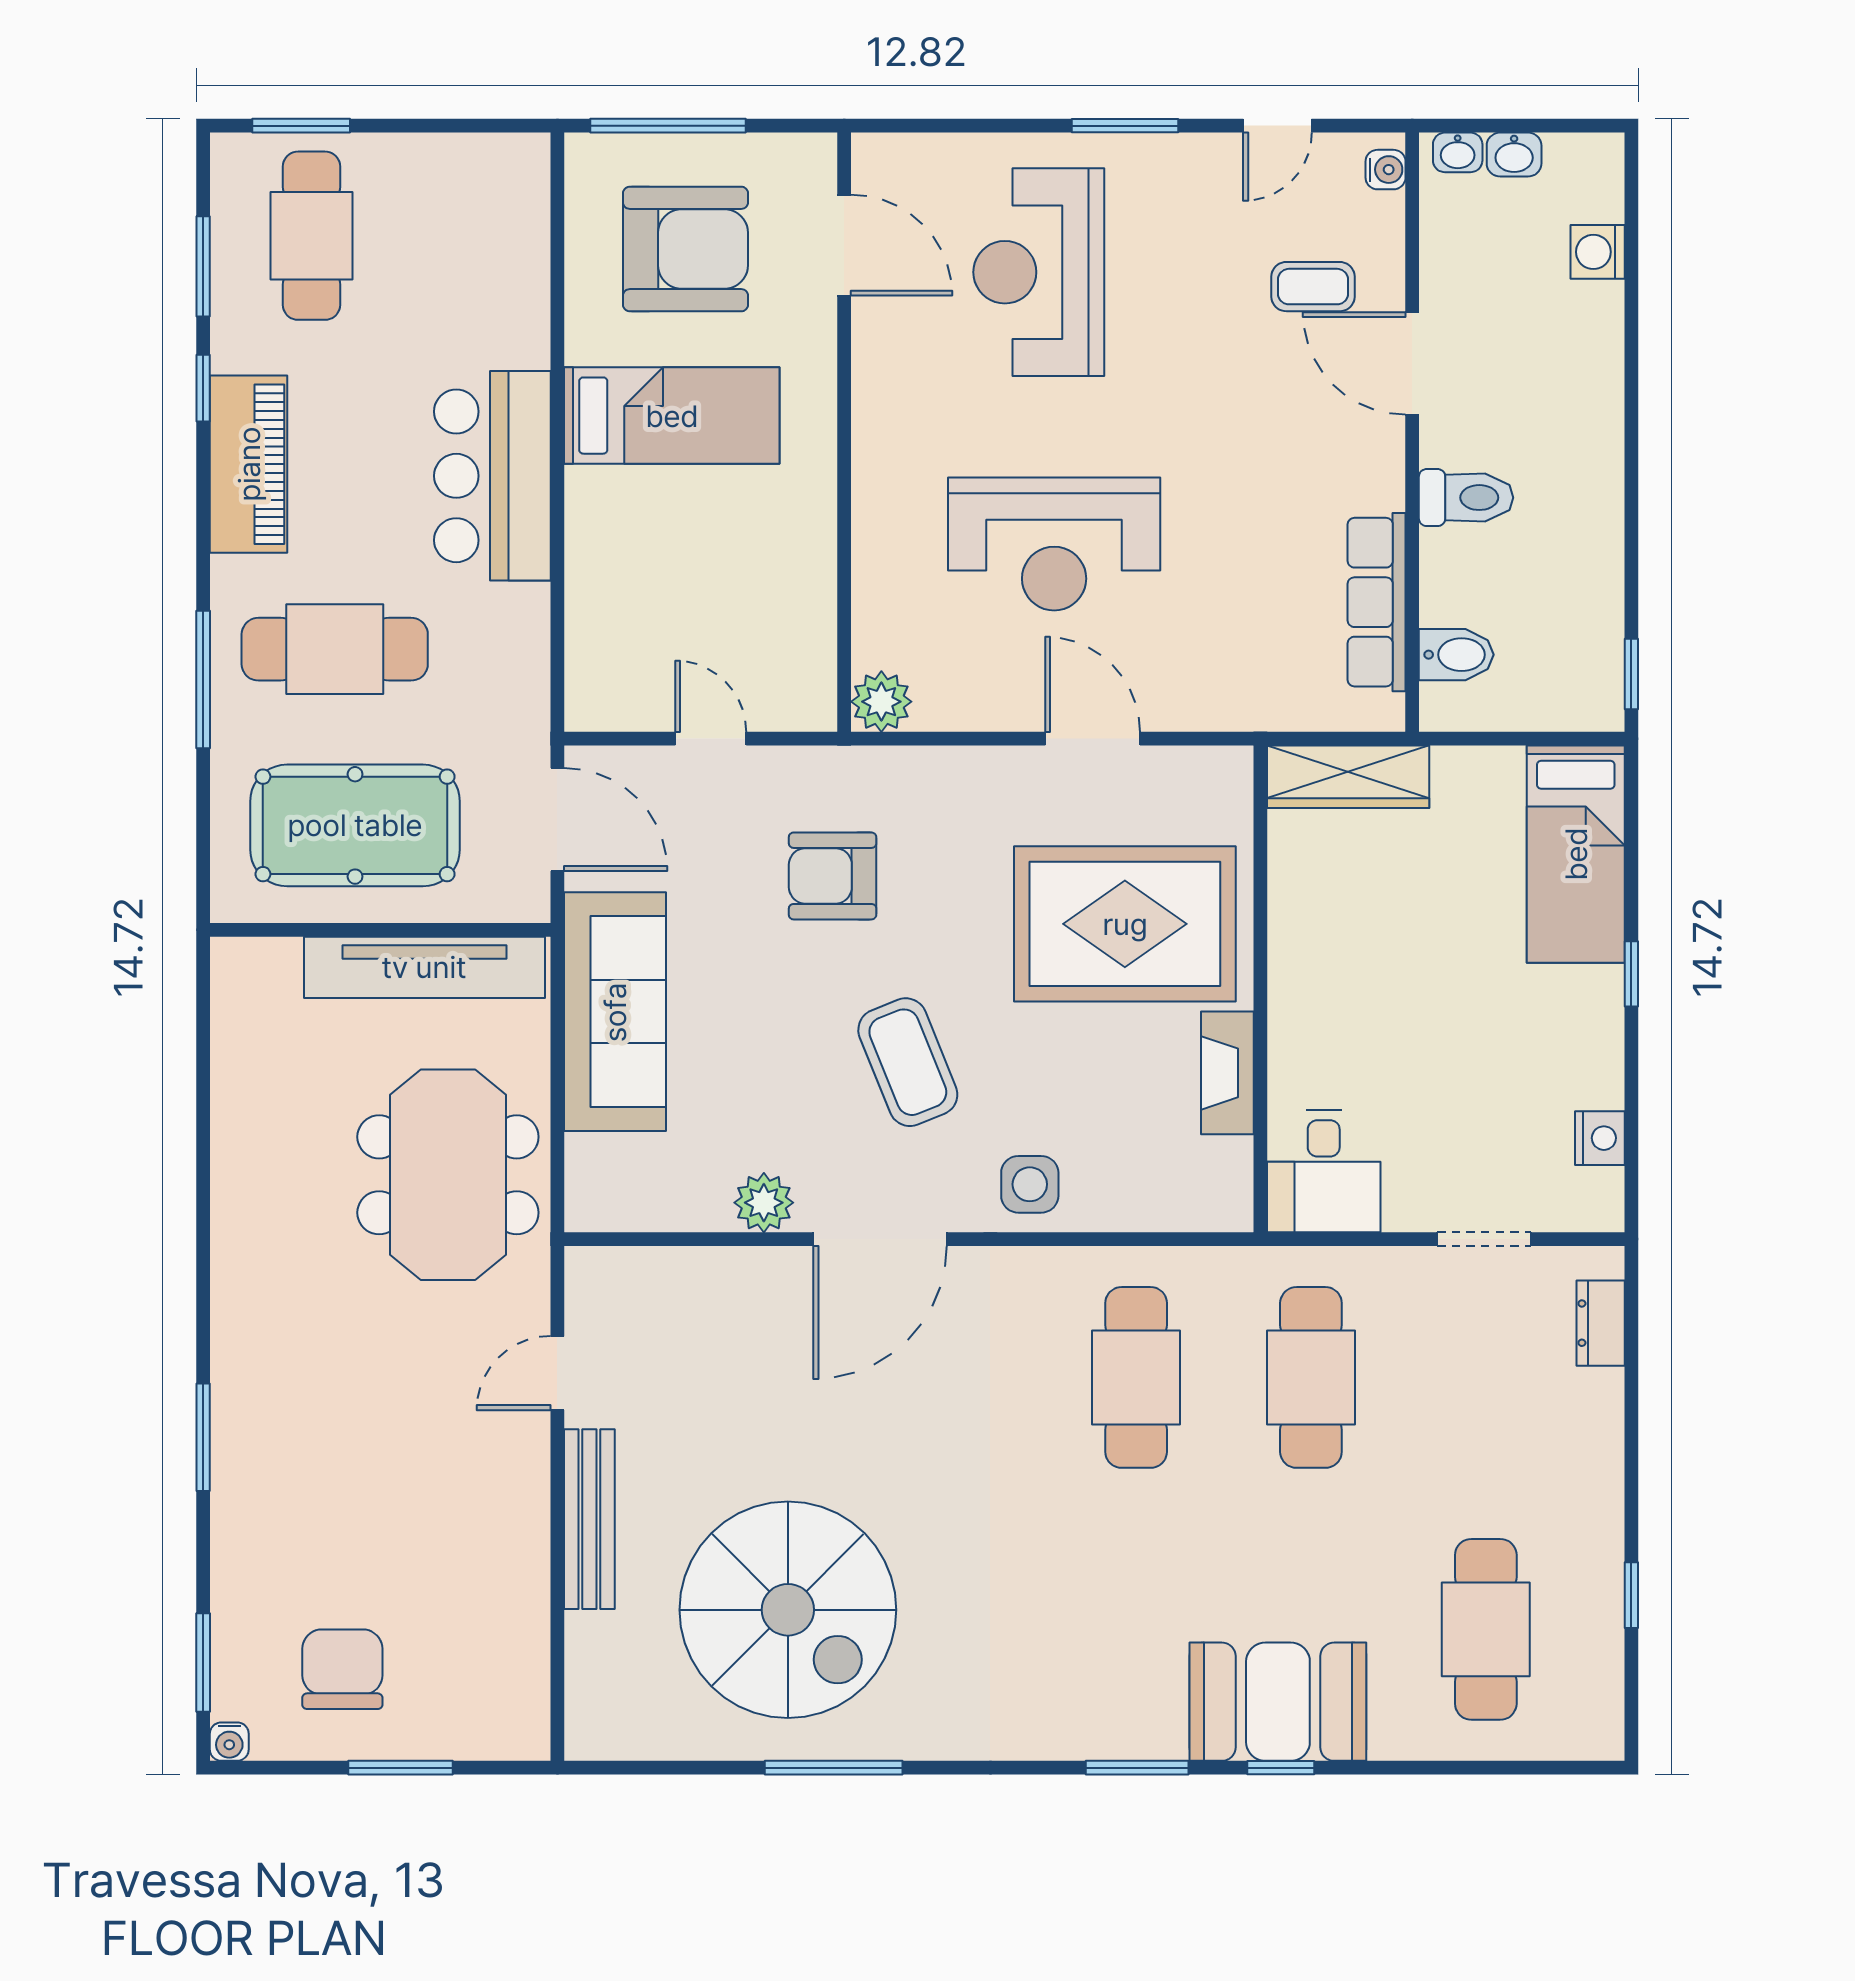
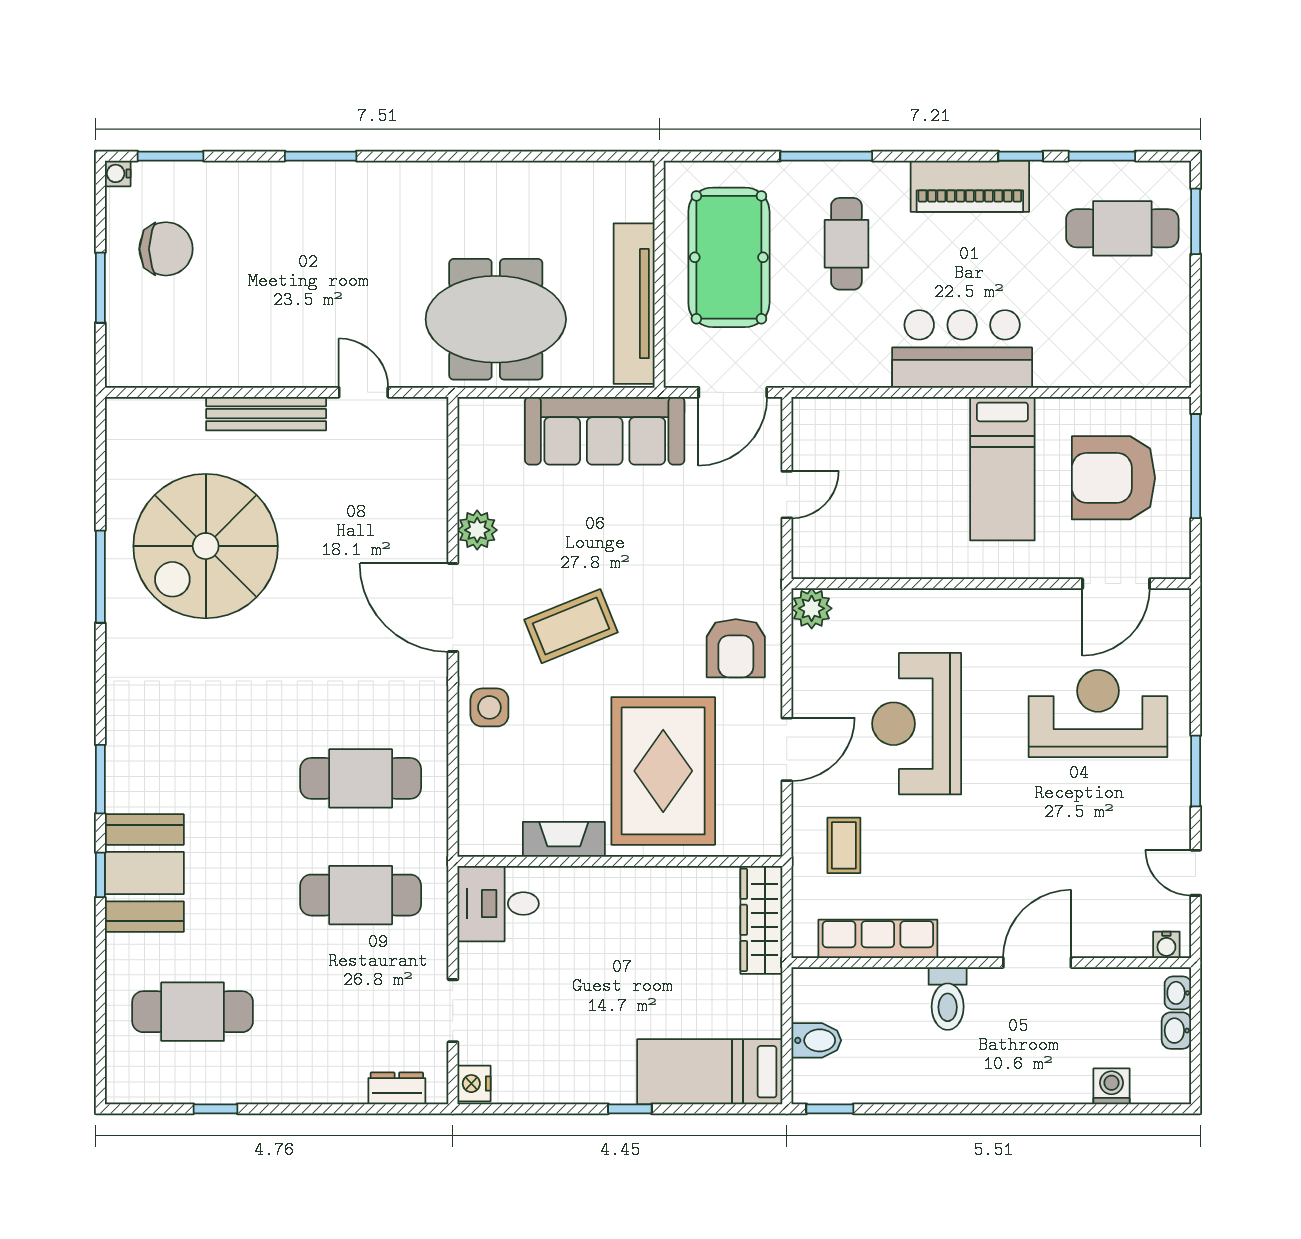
armchair: (686, 249) -> (1113, 478), turned 90
coffee table: (1313, 287) -> (844, 845), moved
cafe table: (335, 649) -> (846, 244), width x0.73, depth x0.74
bidet: (1456, 655) -> (816, 1040), moved, turned -90
armchair: (833, 876) -> (736, 648), moved, turned 180
nightstand: (1600, 1138) -> (474, 1084), moved, turned 90

